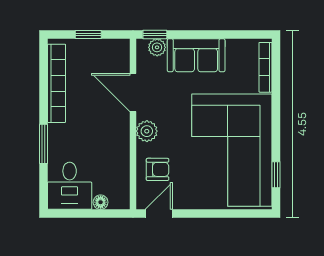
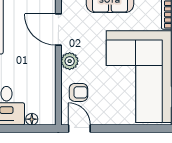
door: (159, 214) -> (79, 129), hinge flipped

